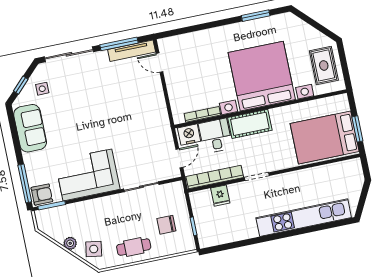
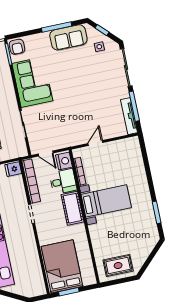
door: (160, 63) -> (95, 143), moved
bed with nightstands: (262, 76) -> (106, 201), width x0.54
window: (25, 183) -> (57, 27), moved
fridge: (220, 196) -> (13, 169), moved

